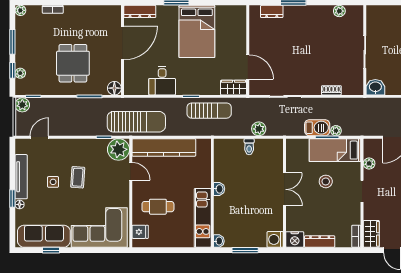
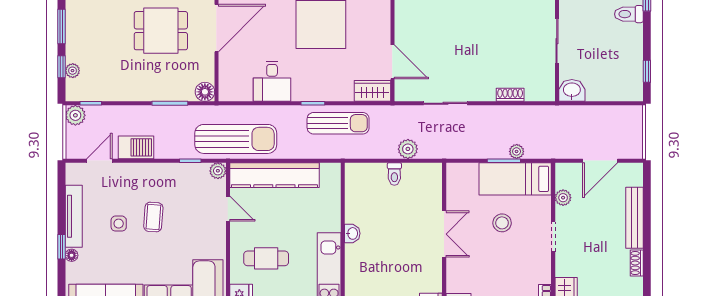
dining table: (73, 63) -> (161, 31), moved, turned 90
barbecue: (317, 128) -> (136, 147), moved
plant: (118, 149) -> (218, 171), width x0.53, depth x0.53

